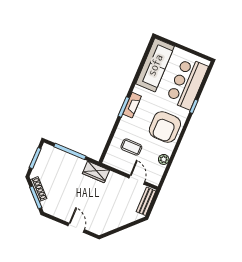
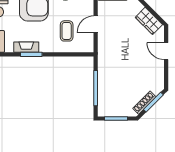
wardrobe: (96, 172) -> (149, 21), moved, turned 135
door: (137, 180) -> (96, 24), moved
door: (76, 228) -> (166, 51), hinge flipped

